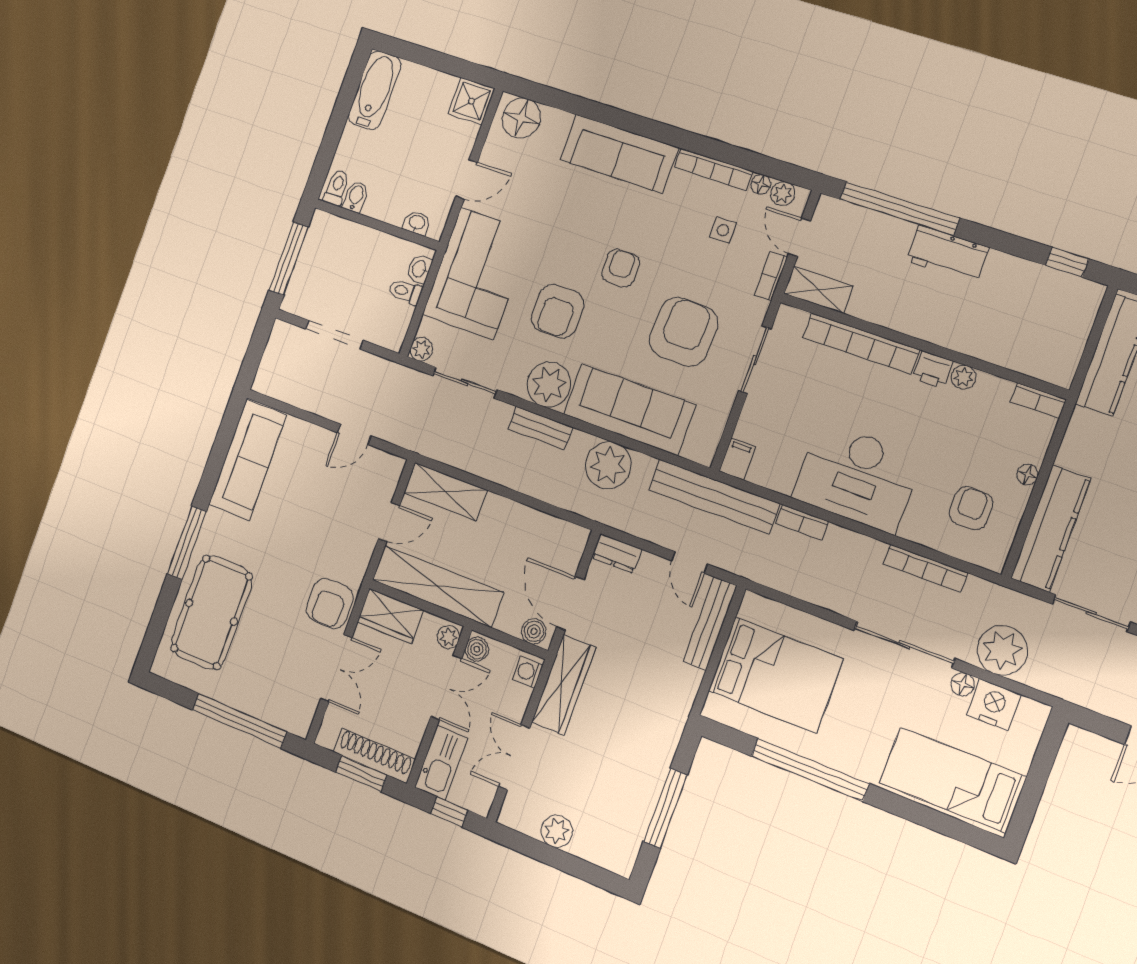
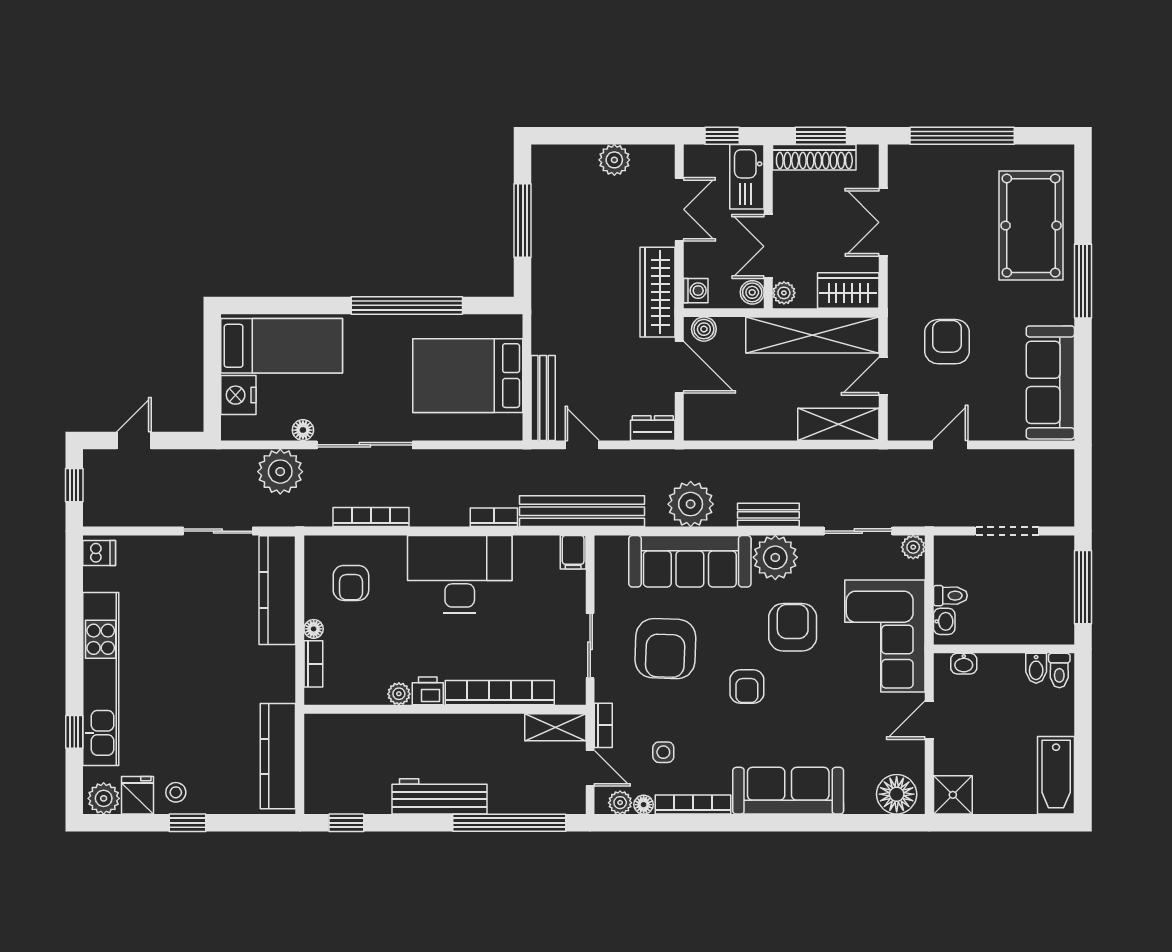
workbench: (947, 254) -> (439, 796), width x1.38
bookcase: (1038, 401) -> (313, 664), moved, turned 90
armchair: (330, 603) -> (947, 342), moved
nightstand: (994, 705) -> (238, 395), moved, turned 90

